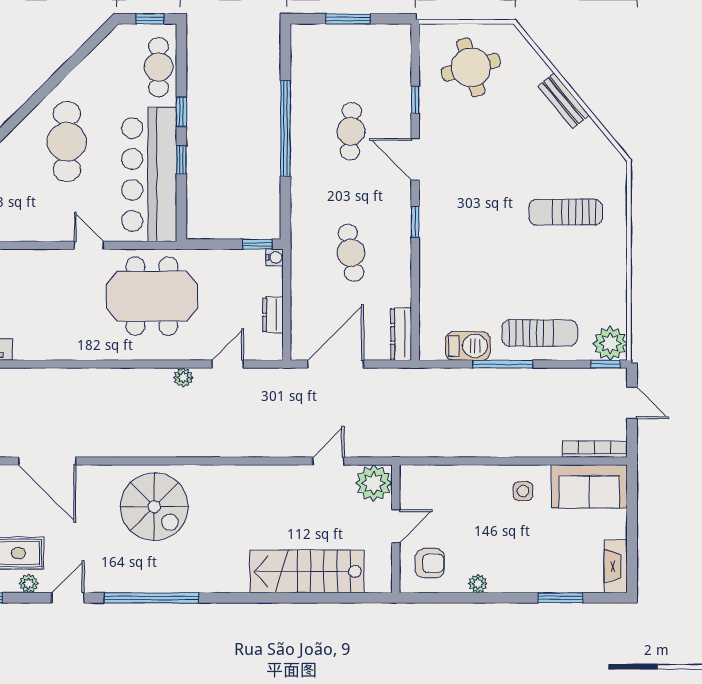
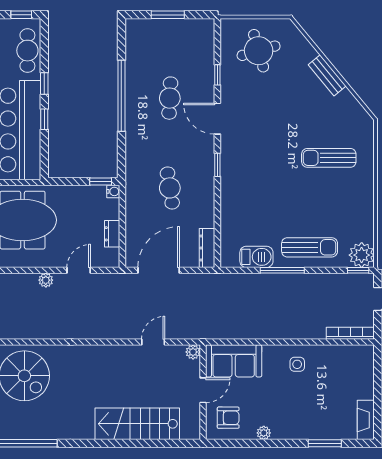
plant: (374, 483) -> (193, 352), width x0.53, depth x0.53
sofa: (589, 486) -> (234, 361), moved

